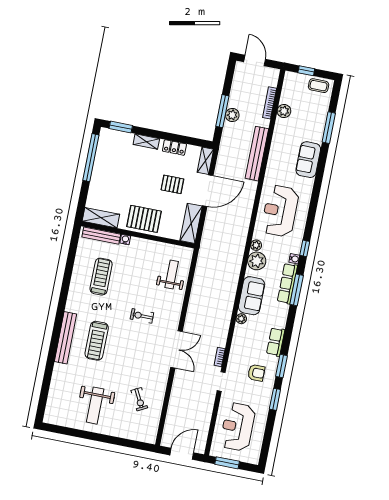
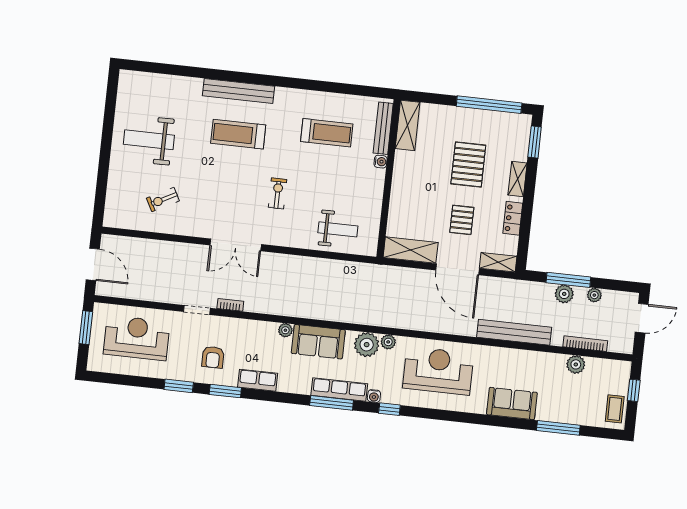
plant: (235, 93) -> (594, 295), added
pallet: (144, 219) -> (468, 164), moved

